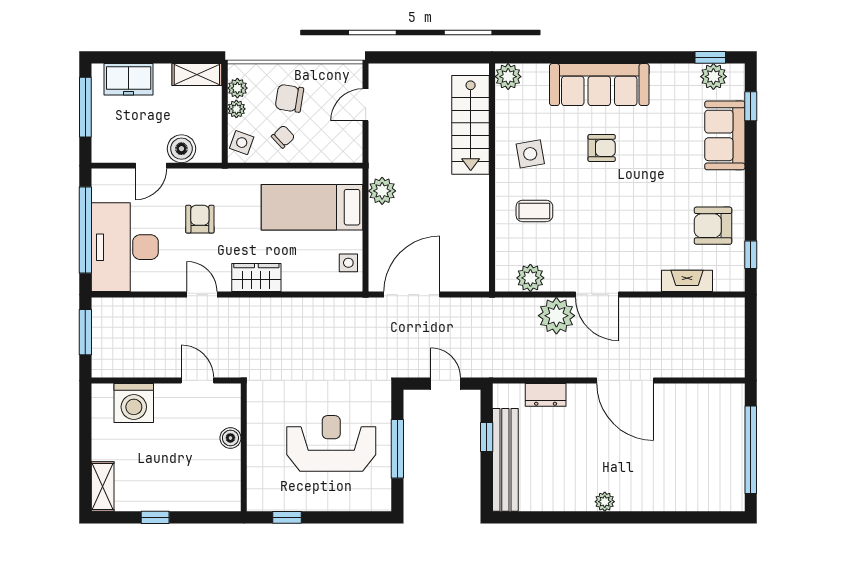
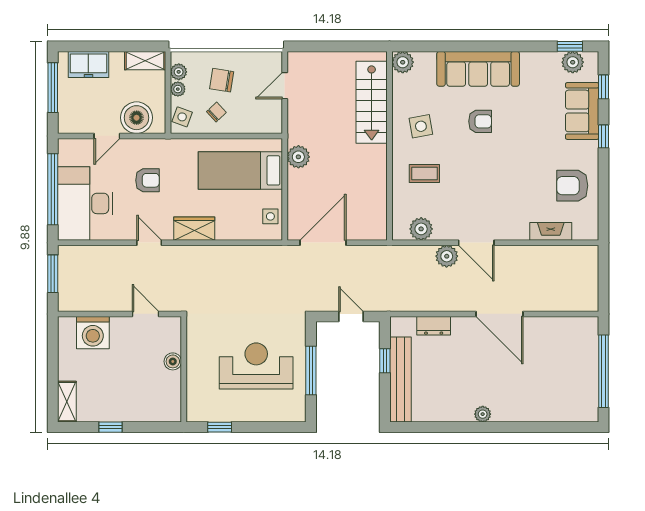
boiler: (181, 149) -> (137, 118), width x1.37, depth x1.37
armchair: (200, 219) -> (147, 180), turned 90
window: (751, 255) -> (604, 136), moved
plant: (556, 316) -> (447, 256), width x0.73, depth x0.73

